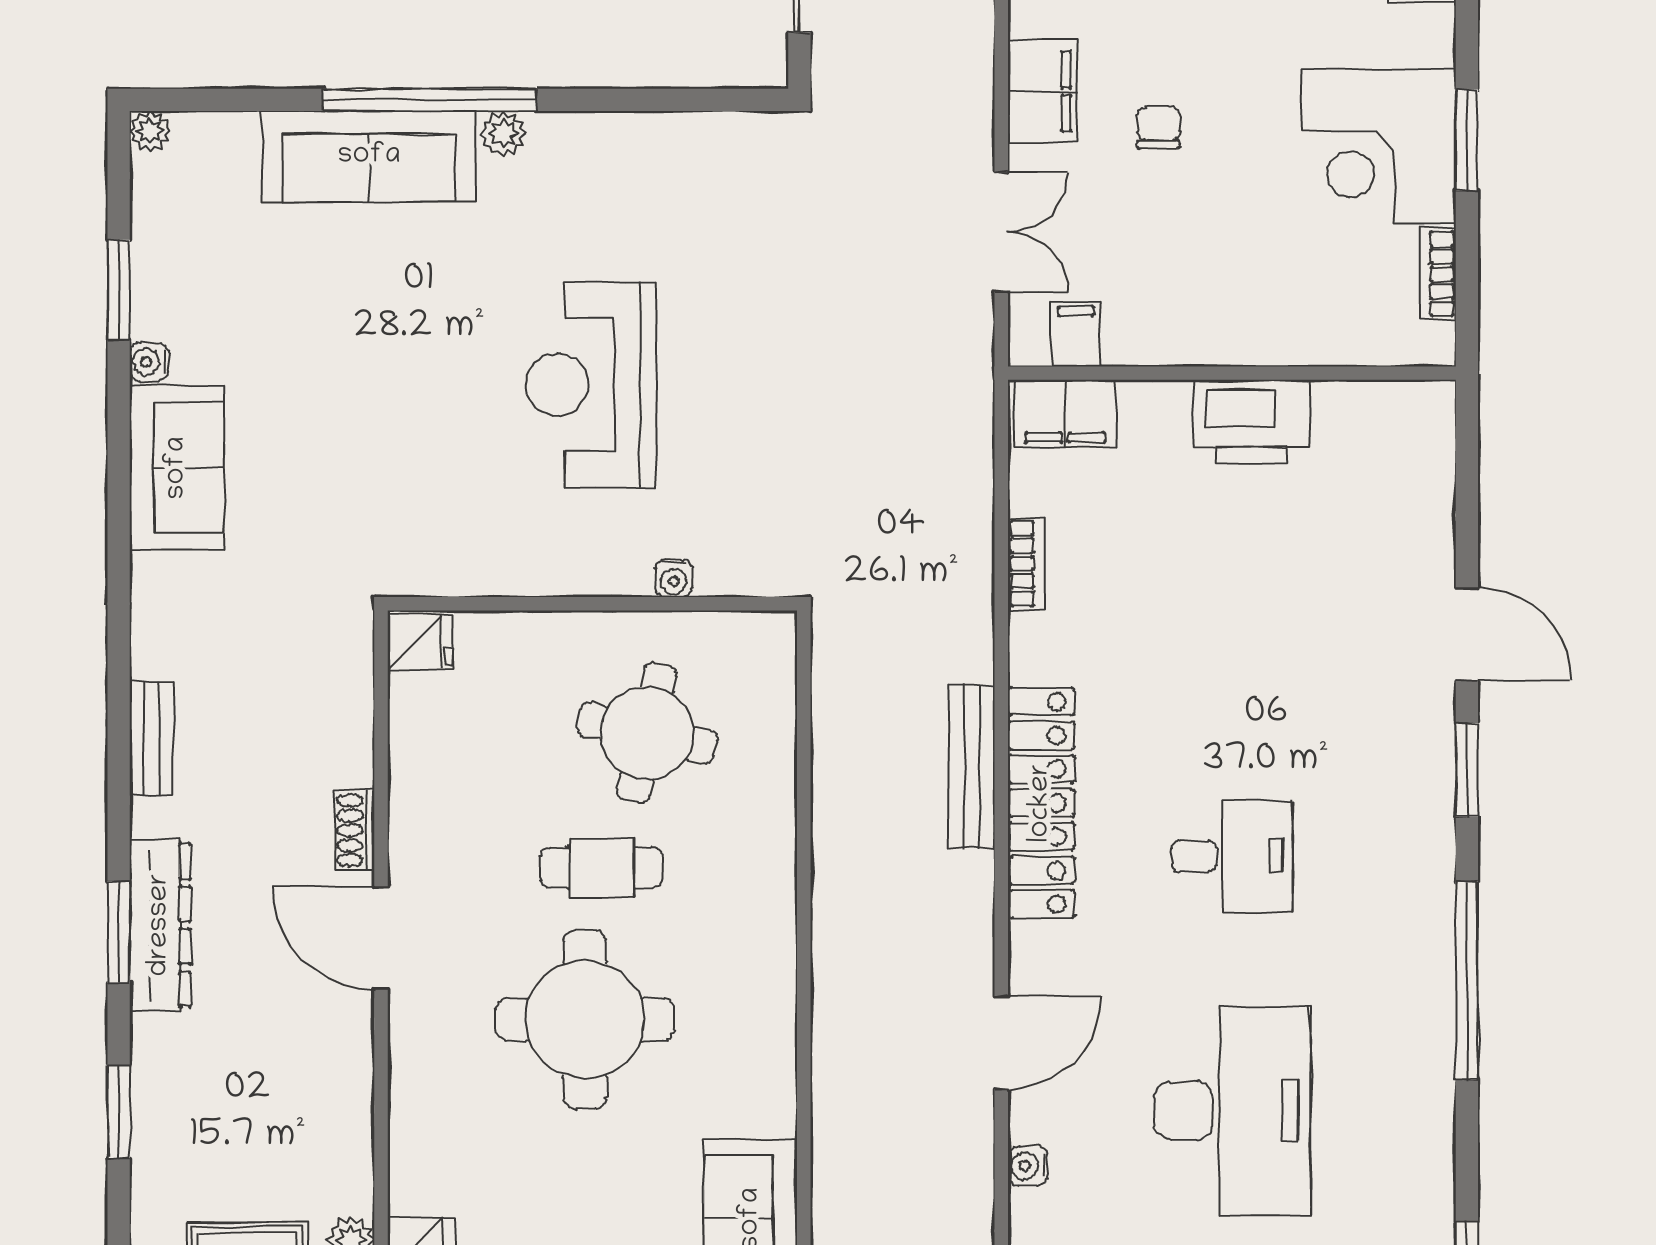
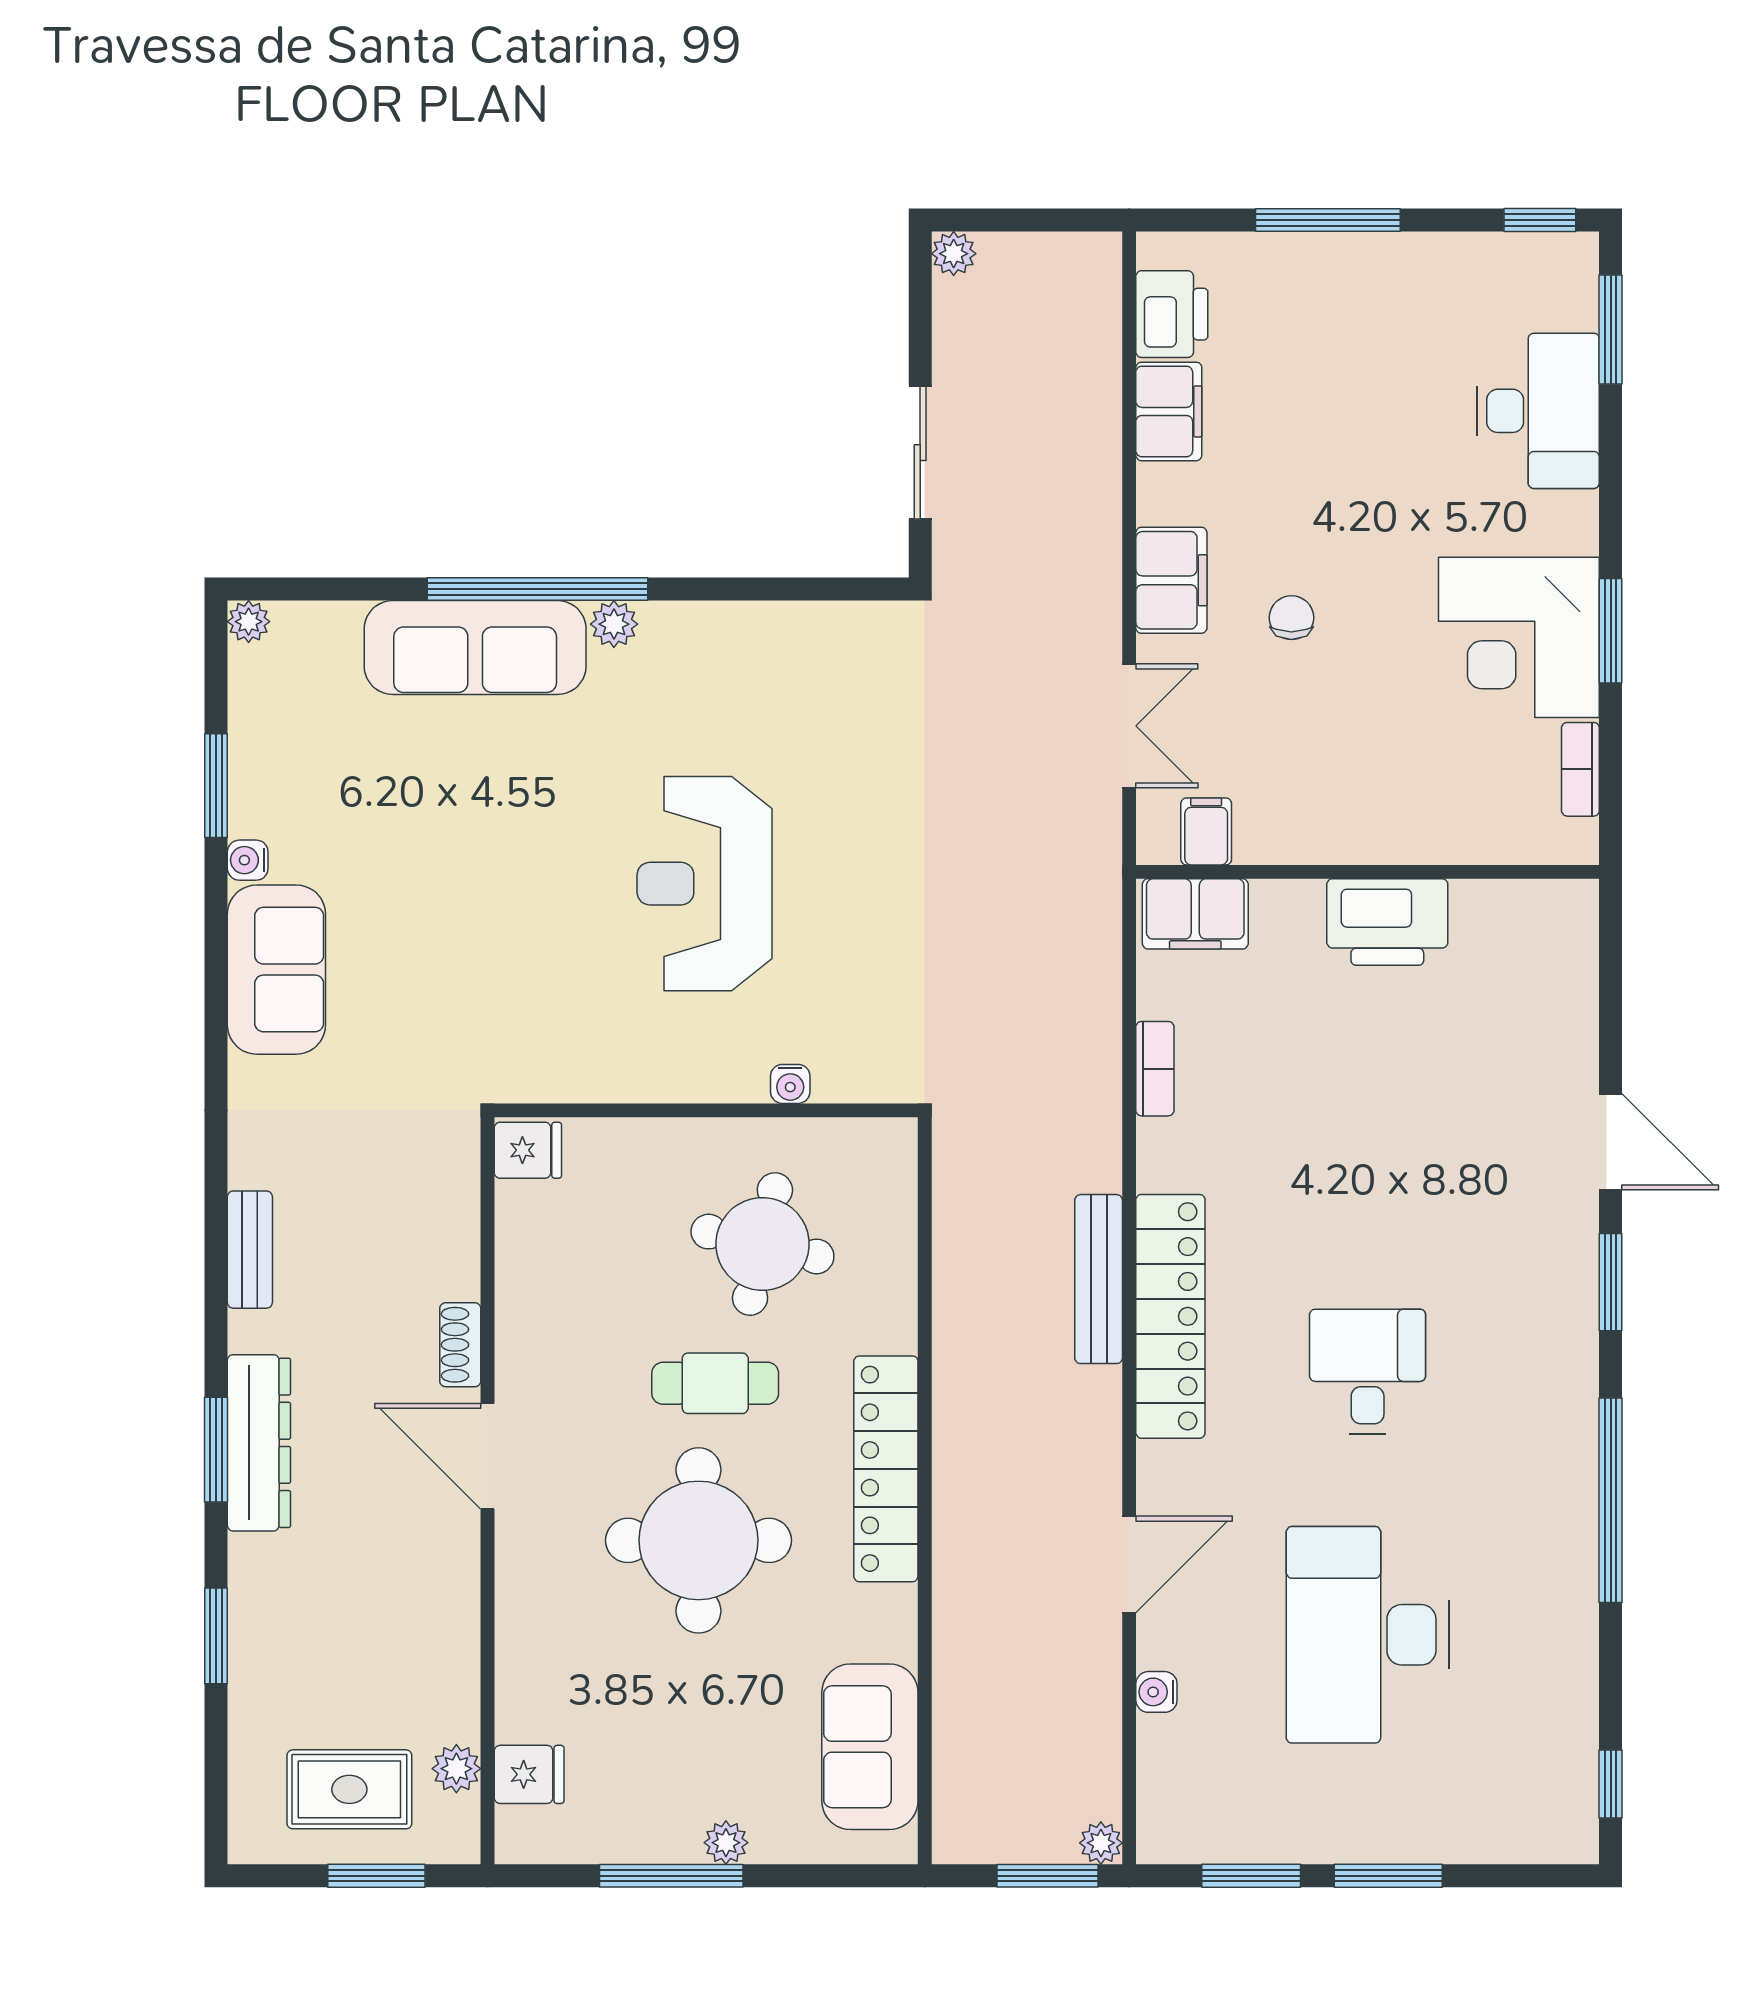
desk: (1232, 856) -> (1368, 1372), turned -90
locker: (766, 950) -> (886, 1469), added
desk: (1232, 1111) -> (1368, 1635), turned 180

